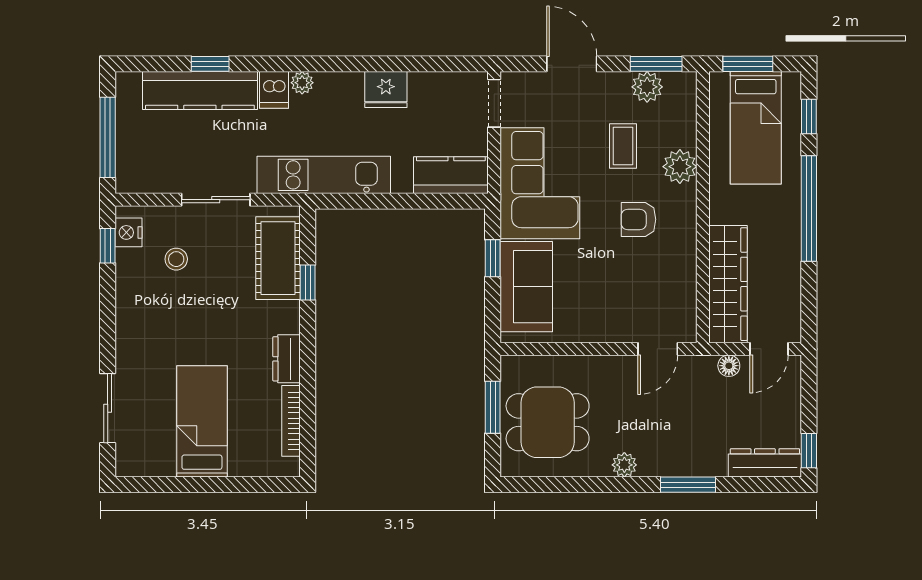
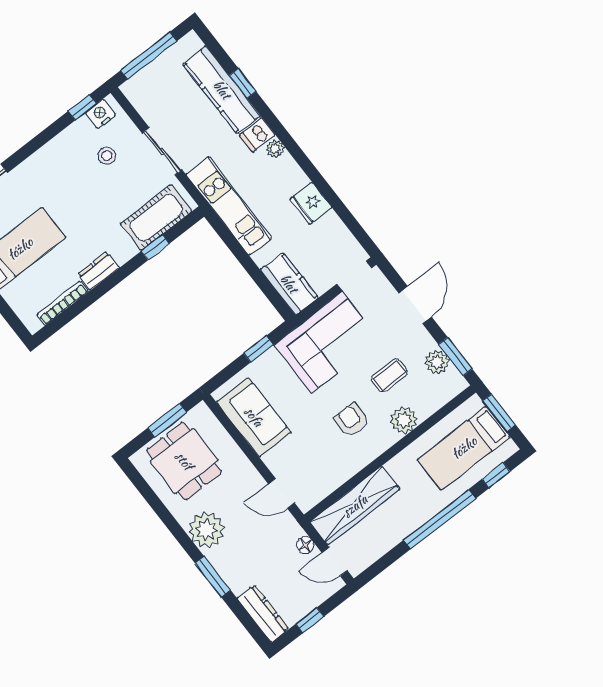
sofa: (526, 287) -> (254, 417), moved, turned -90
window: (809, 451) -> (310, 620), moved
plant: (624, 465) -> (206, 530), width x1.87, depth x1.87

